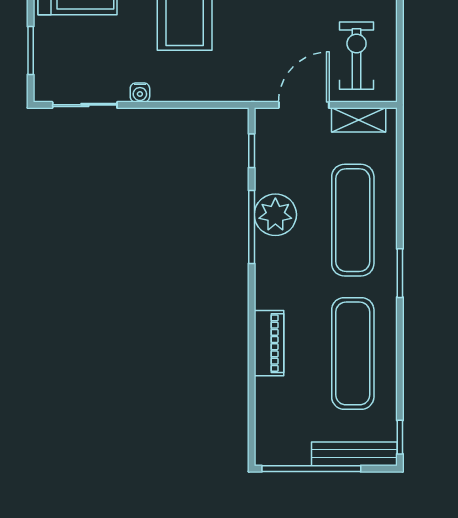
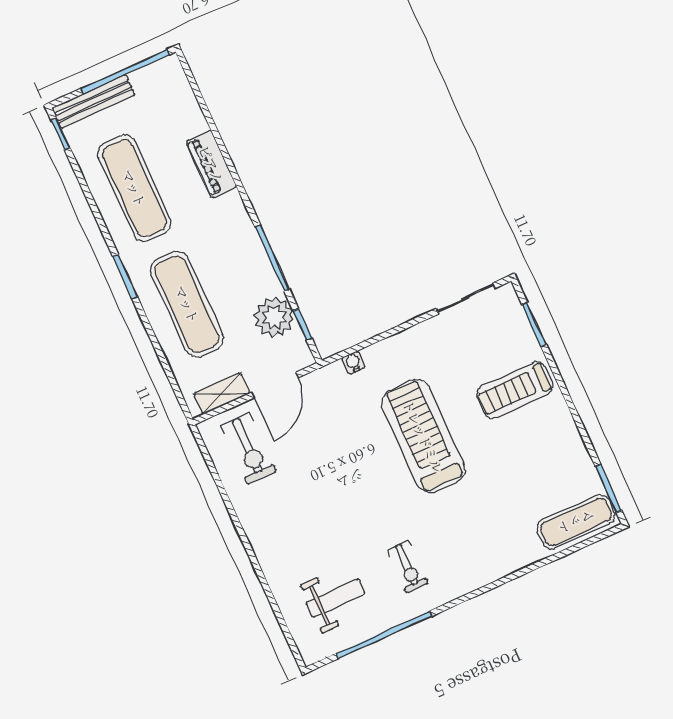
water cooler: (140, 92) -> (353, 362), moved
plant: (275, 215) -> (274, 317), moved

